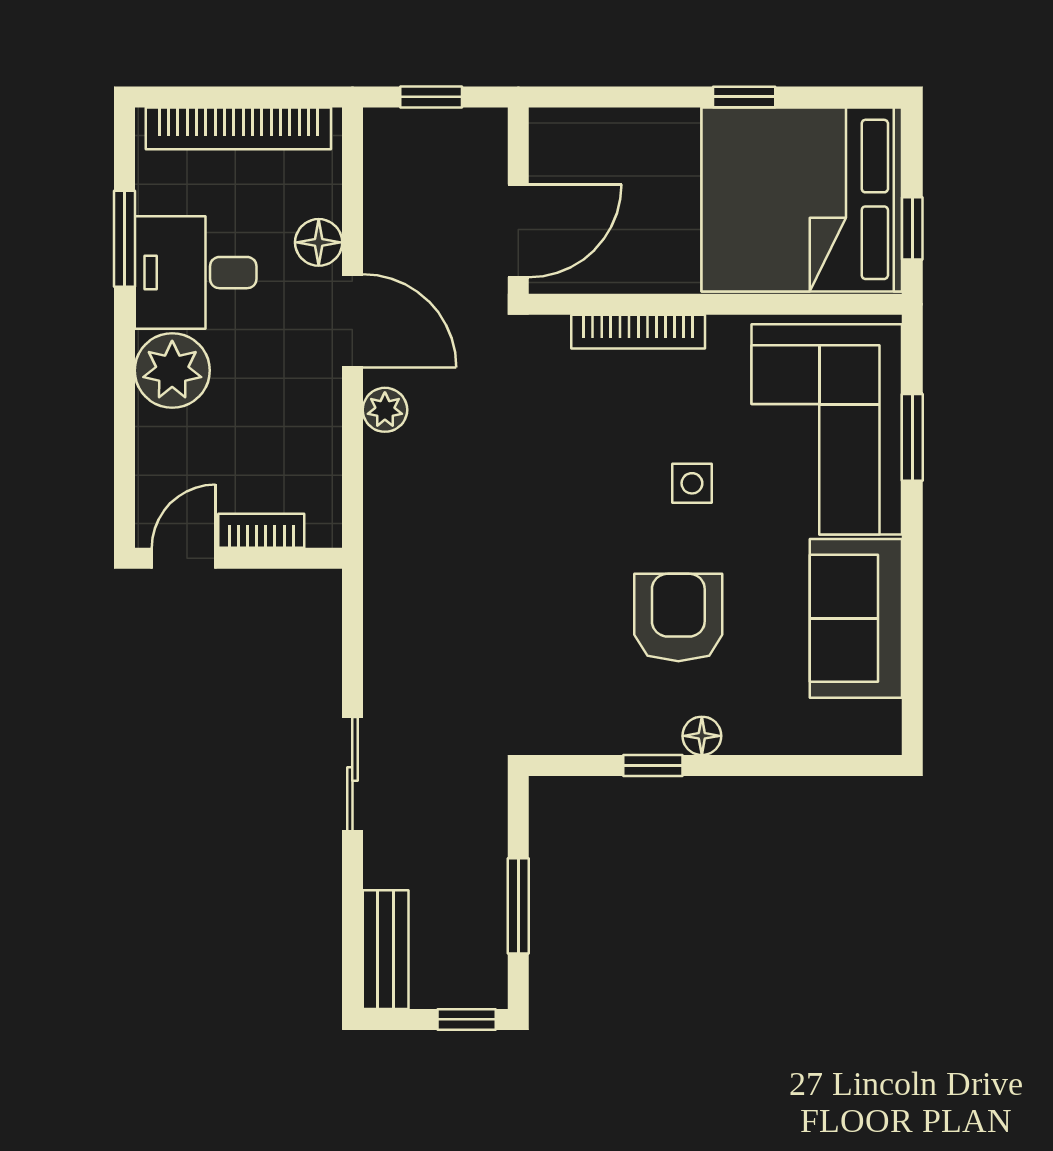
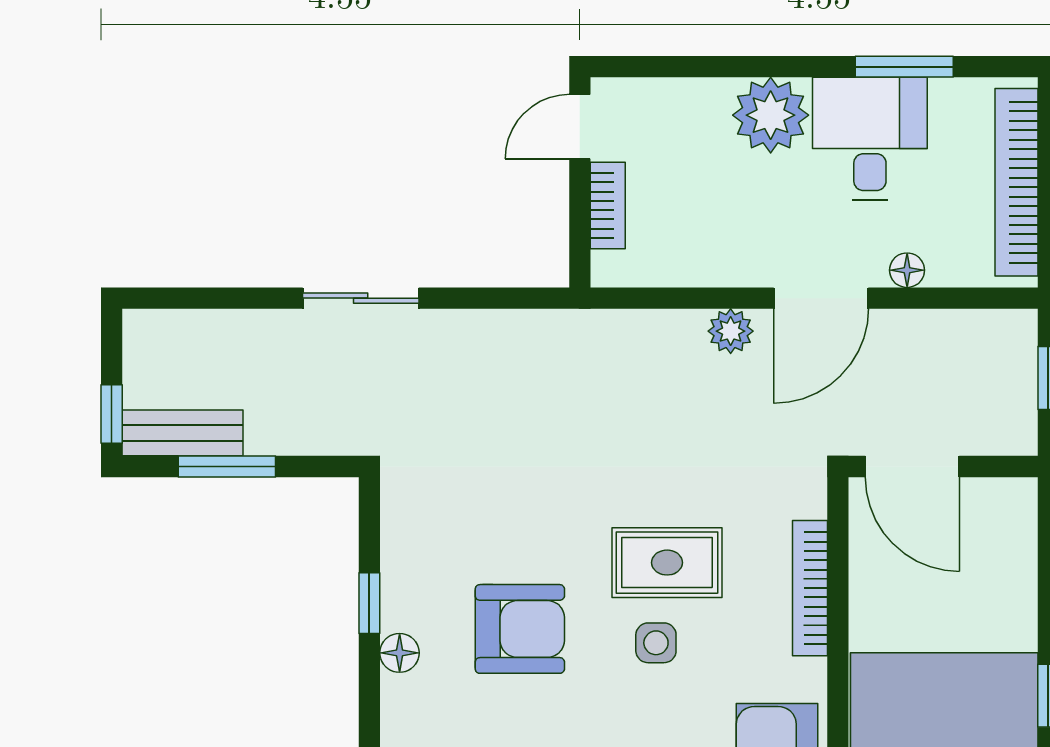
floor lamp: (319, 242) -> (907, 270), width x0.73, depth x0.73
rug: (613, 472) -> (667, 563), added
door: (184, 558) -> (580, 127), swing flipped
bench: (386, 950) -> (183, 433), moved

